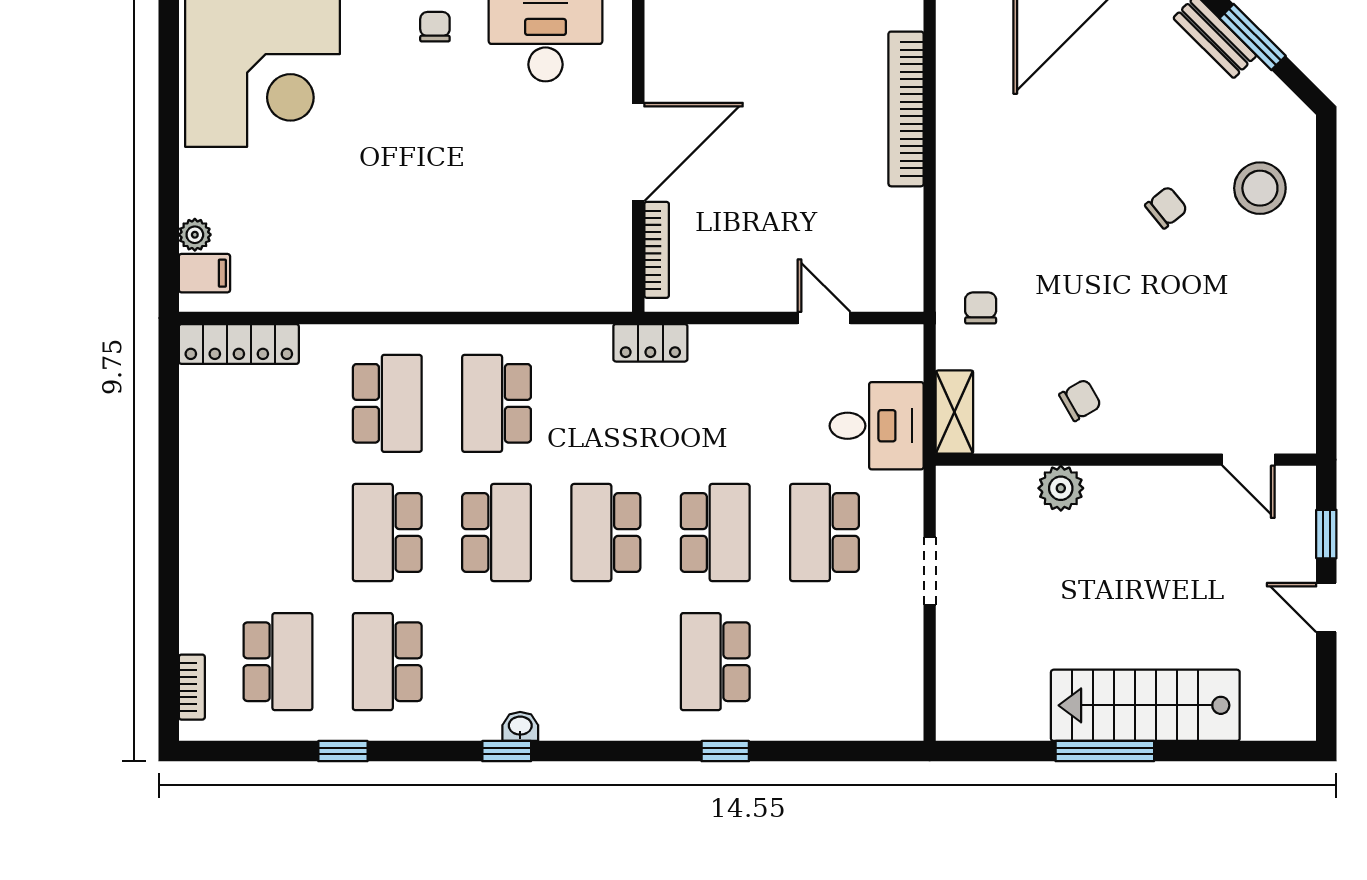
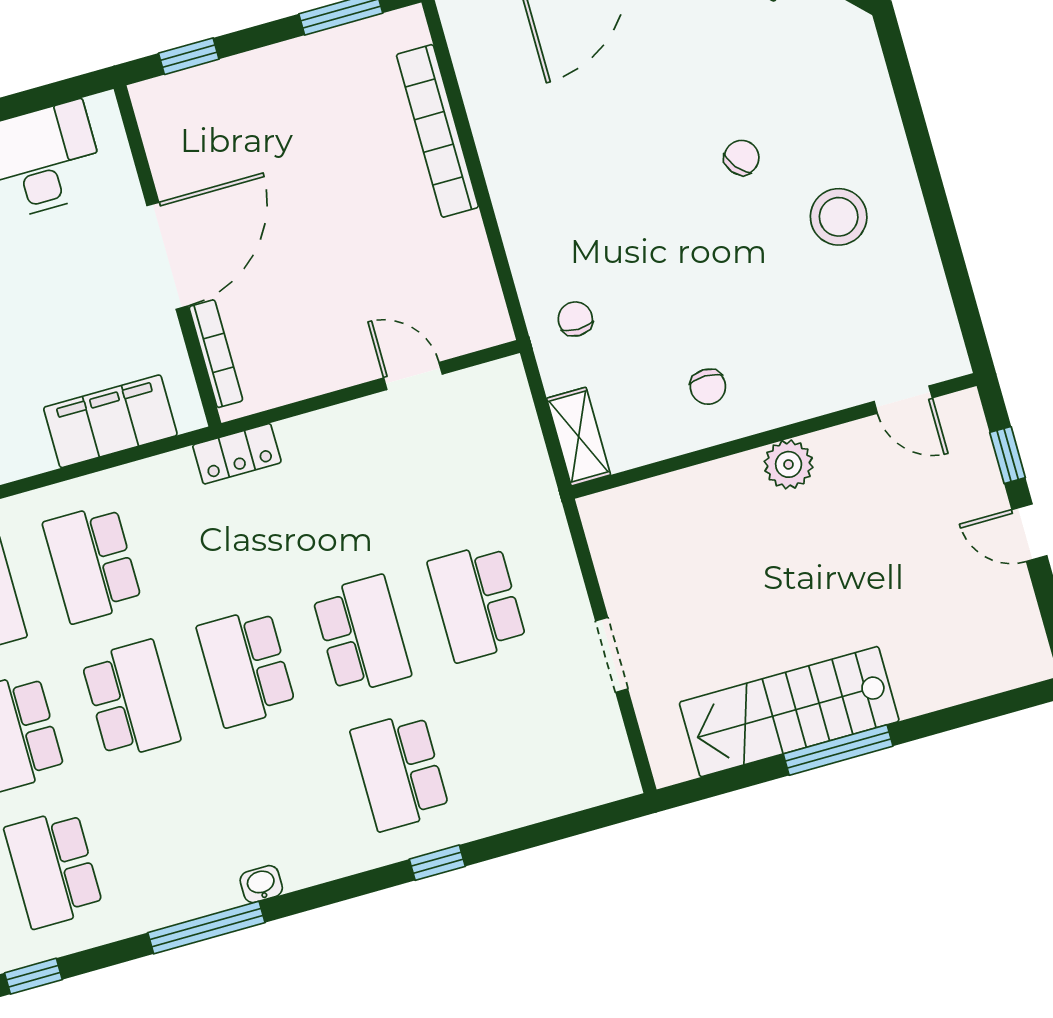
stool: (1260, 188) -> (839, 217), moved
filing cabinet: (547, 283) -> (110, 421), added
chair: (1080, 400) -> (708, 387), turned 120
desk: (877, 426) -> (500, 474), removed
plant: (1061, 488) -> (789, 464), moved
doorway: (930, 571) -> (612, 655), moved
stairs: (1145, 705) -> (789, 712), moved
washbasin: (520, 726) -> (261, 884), moved
window: (507, 751) -> (206, 928), width x2.17

